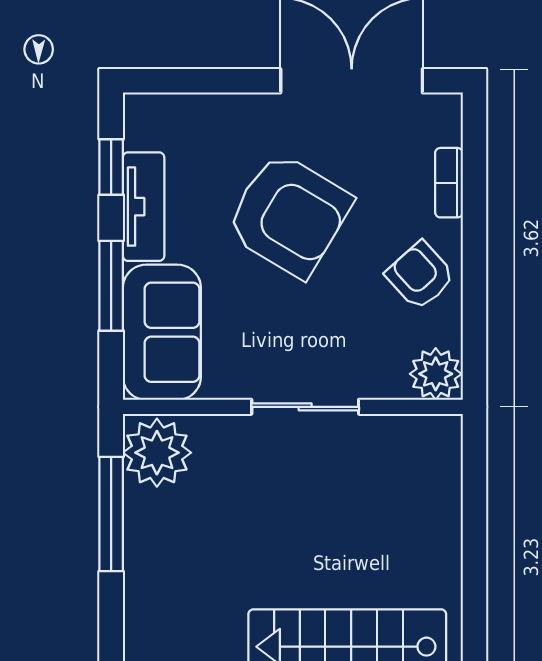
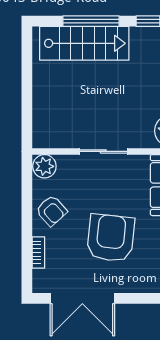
armchair: (289, 215) -> (111, 238), turned 65

